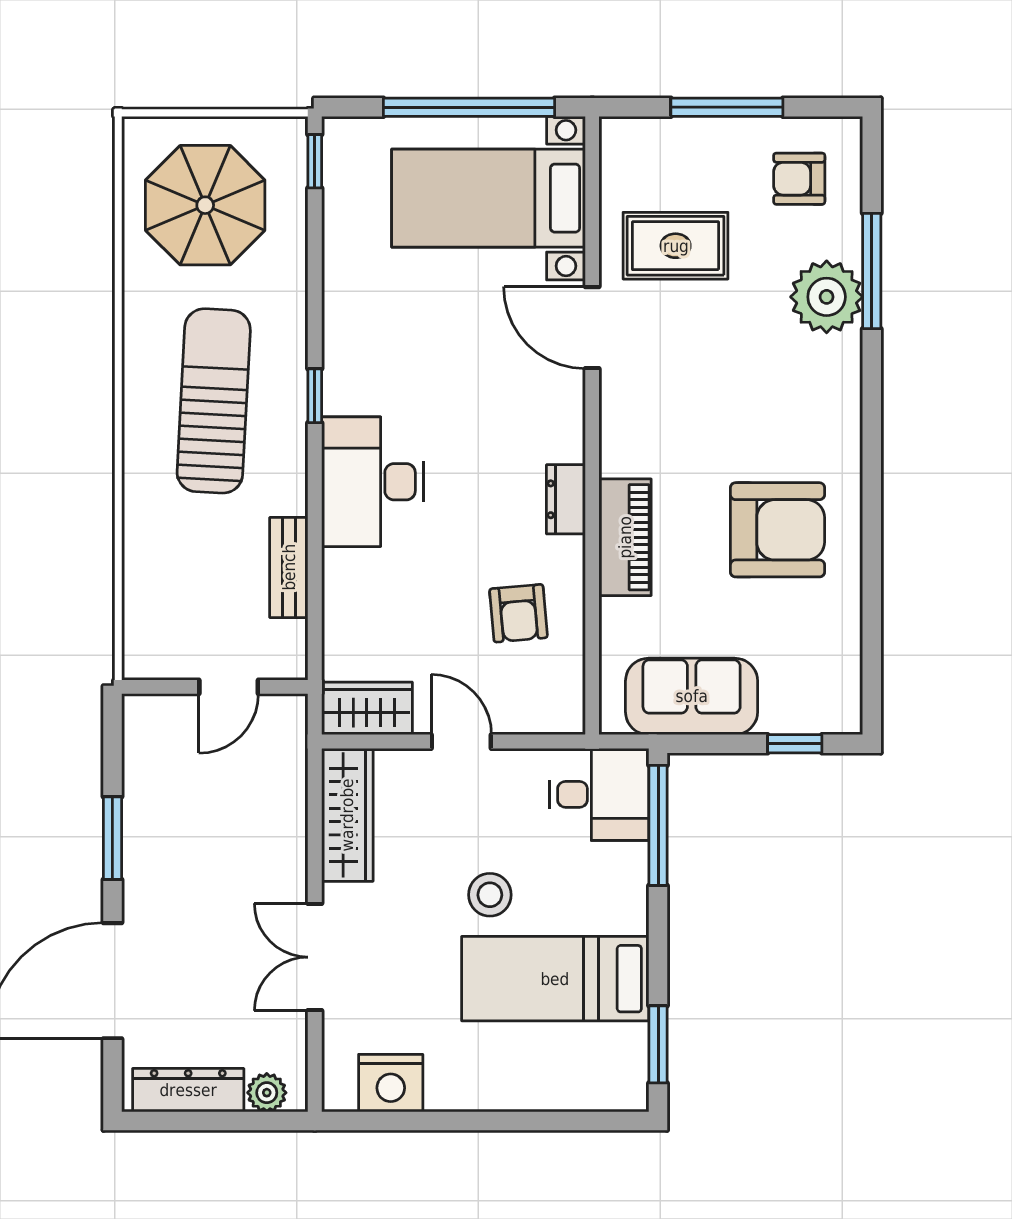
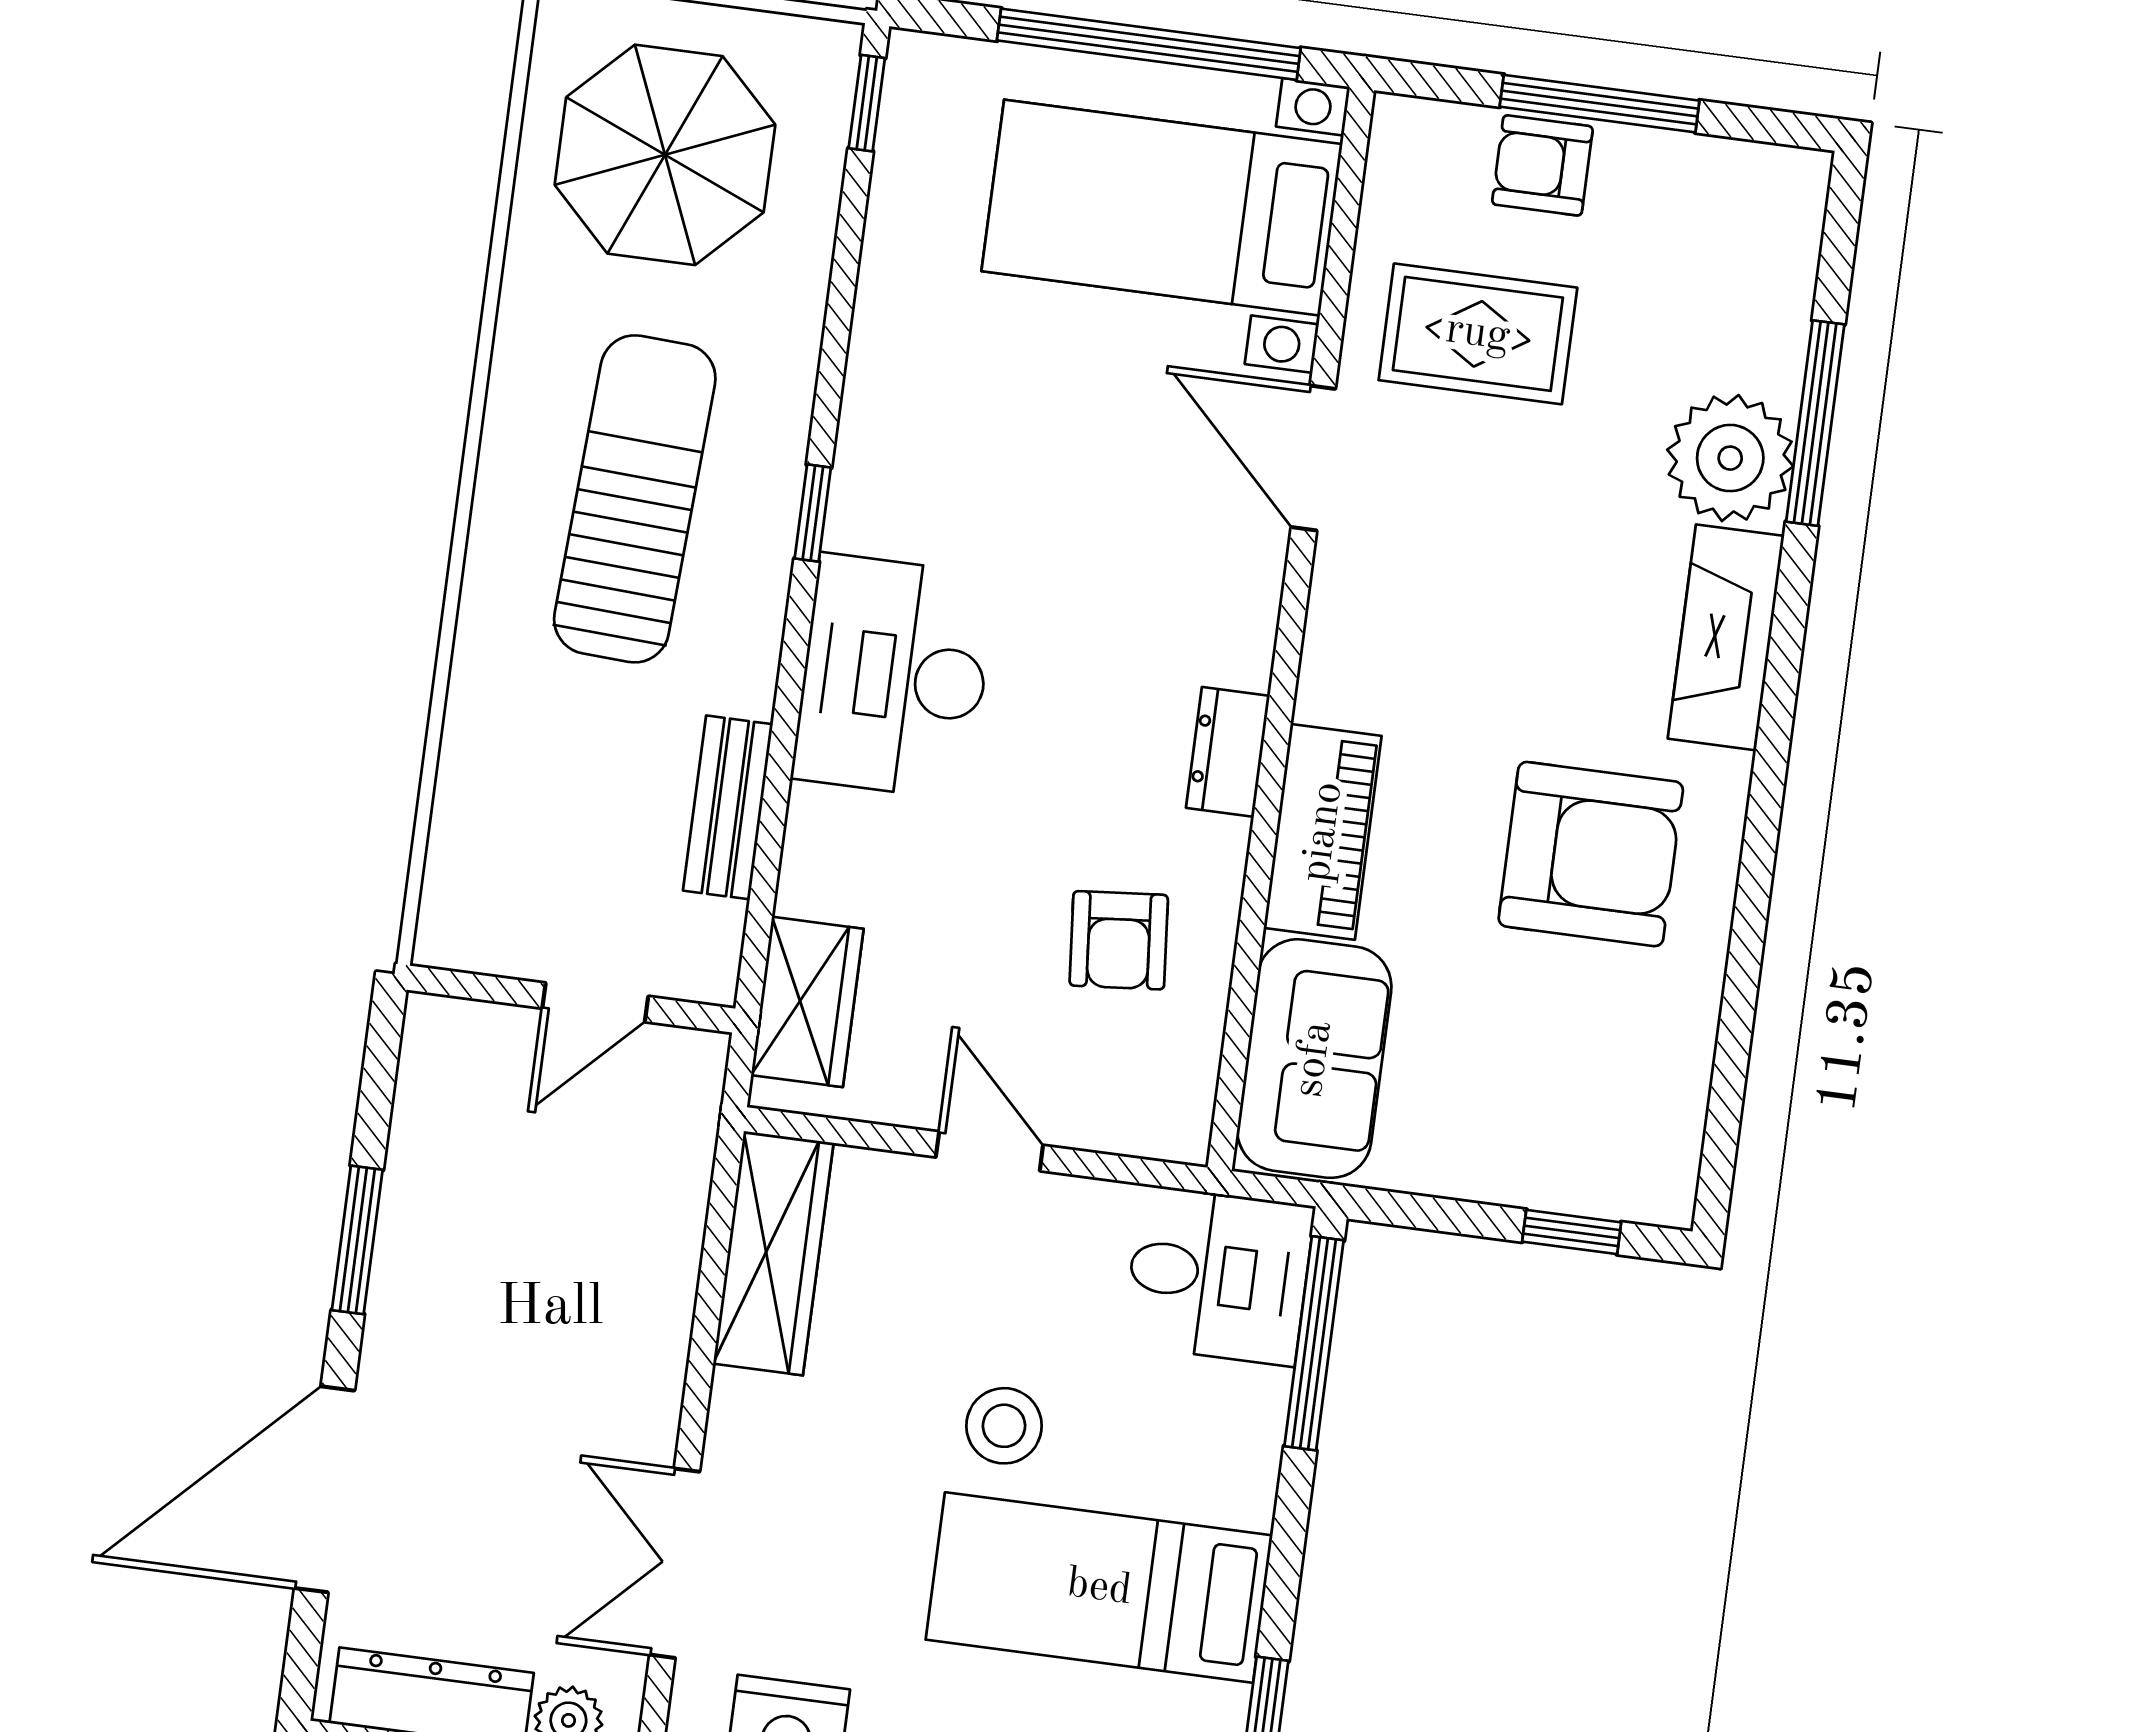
armchair: (799, 179) -> (1542, 165), moved
fireplace: (837, 398) -> (1726, 637), added
sofa: (692, 696) -> (1314, 1059), moved, turned 90
wardrobe: (367, 708) -> (807, 1002), moved, turned 90
double door: (315, 957) -> (675, 1563), moved

